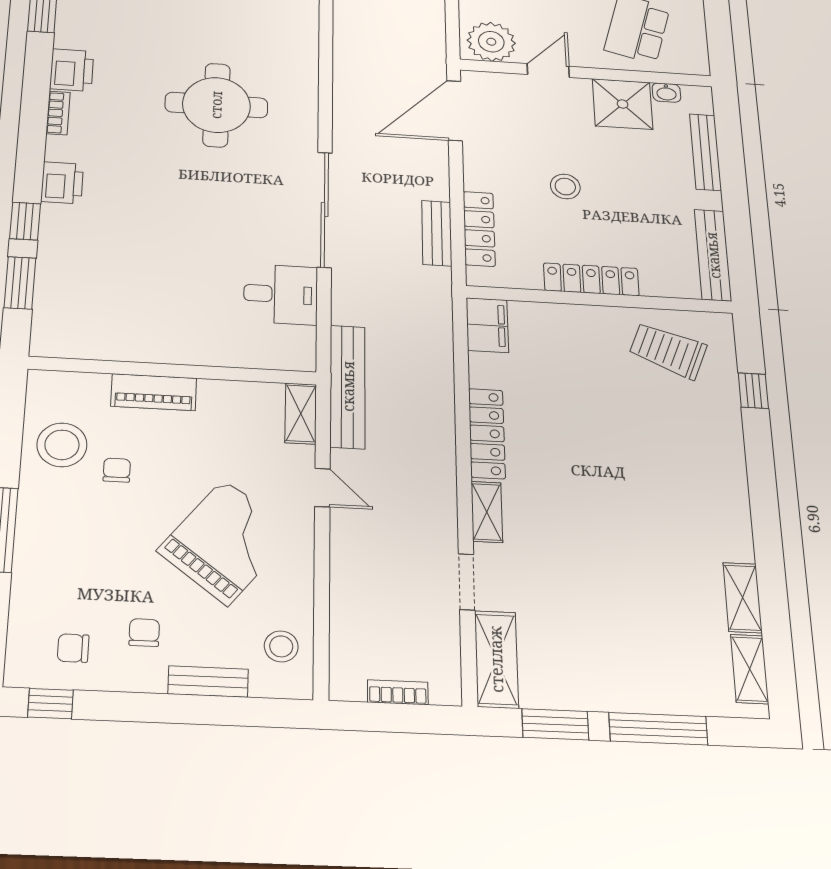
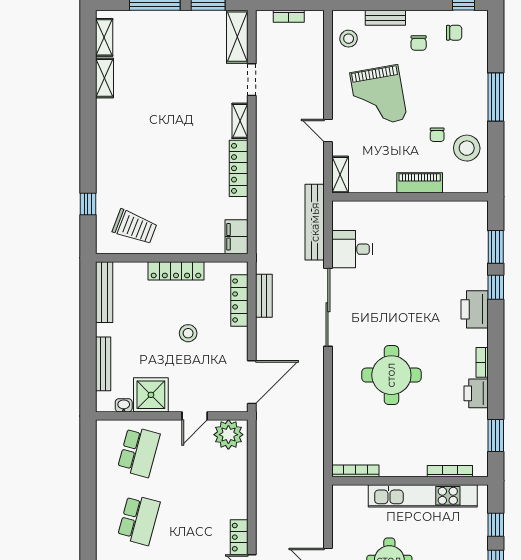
printer: (62, 183) -> (475, 309), width x1.37, depth x1.19
bench: (348, 386) -> (315, 222), moved
grand piano: (226, 542) -> (378, 96), turned -48

